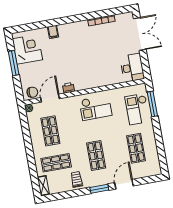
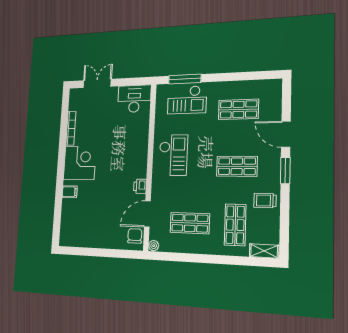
double door: (140, 34) -> (97, 83), width x0.73
corner desk: (27, 49) -> (80, 163), moved, turned 90
window: (14, 63) -> (94, 252), removed
door: (50, 98) -> (147, 214), hinge flipped

